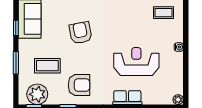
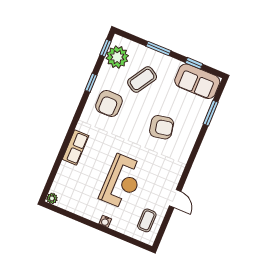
reception desk: (136, 62) -> (122, 182), moved
coffee table: (47, 66) -> (142, 79), turned 32

